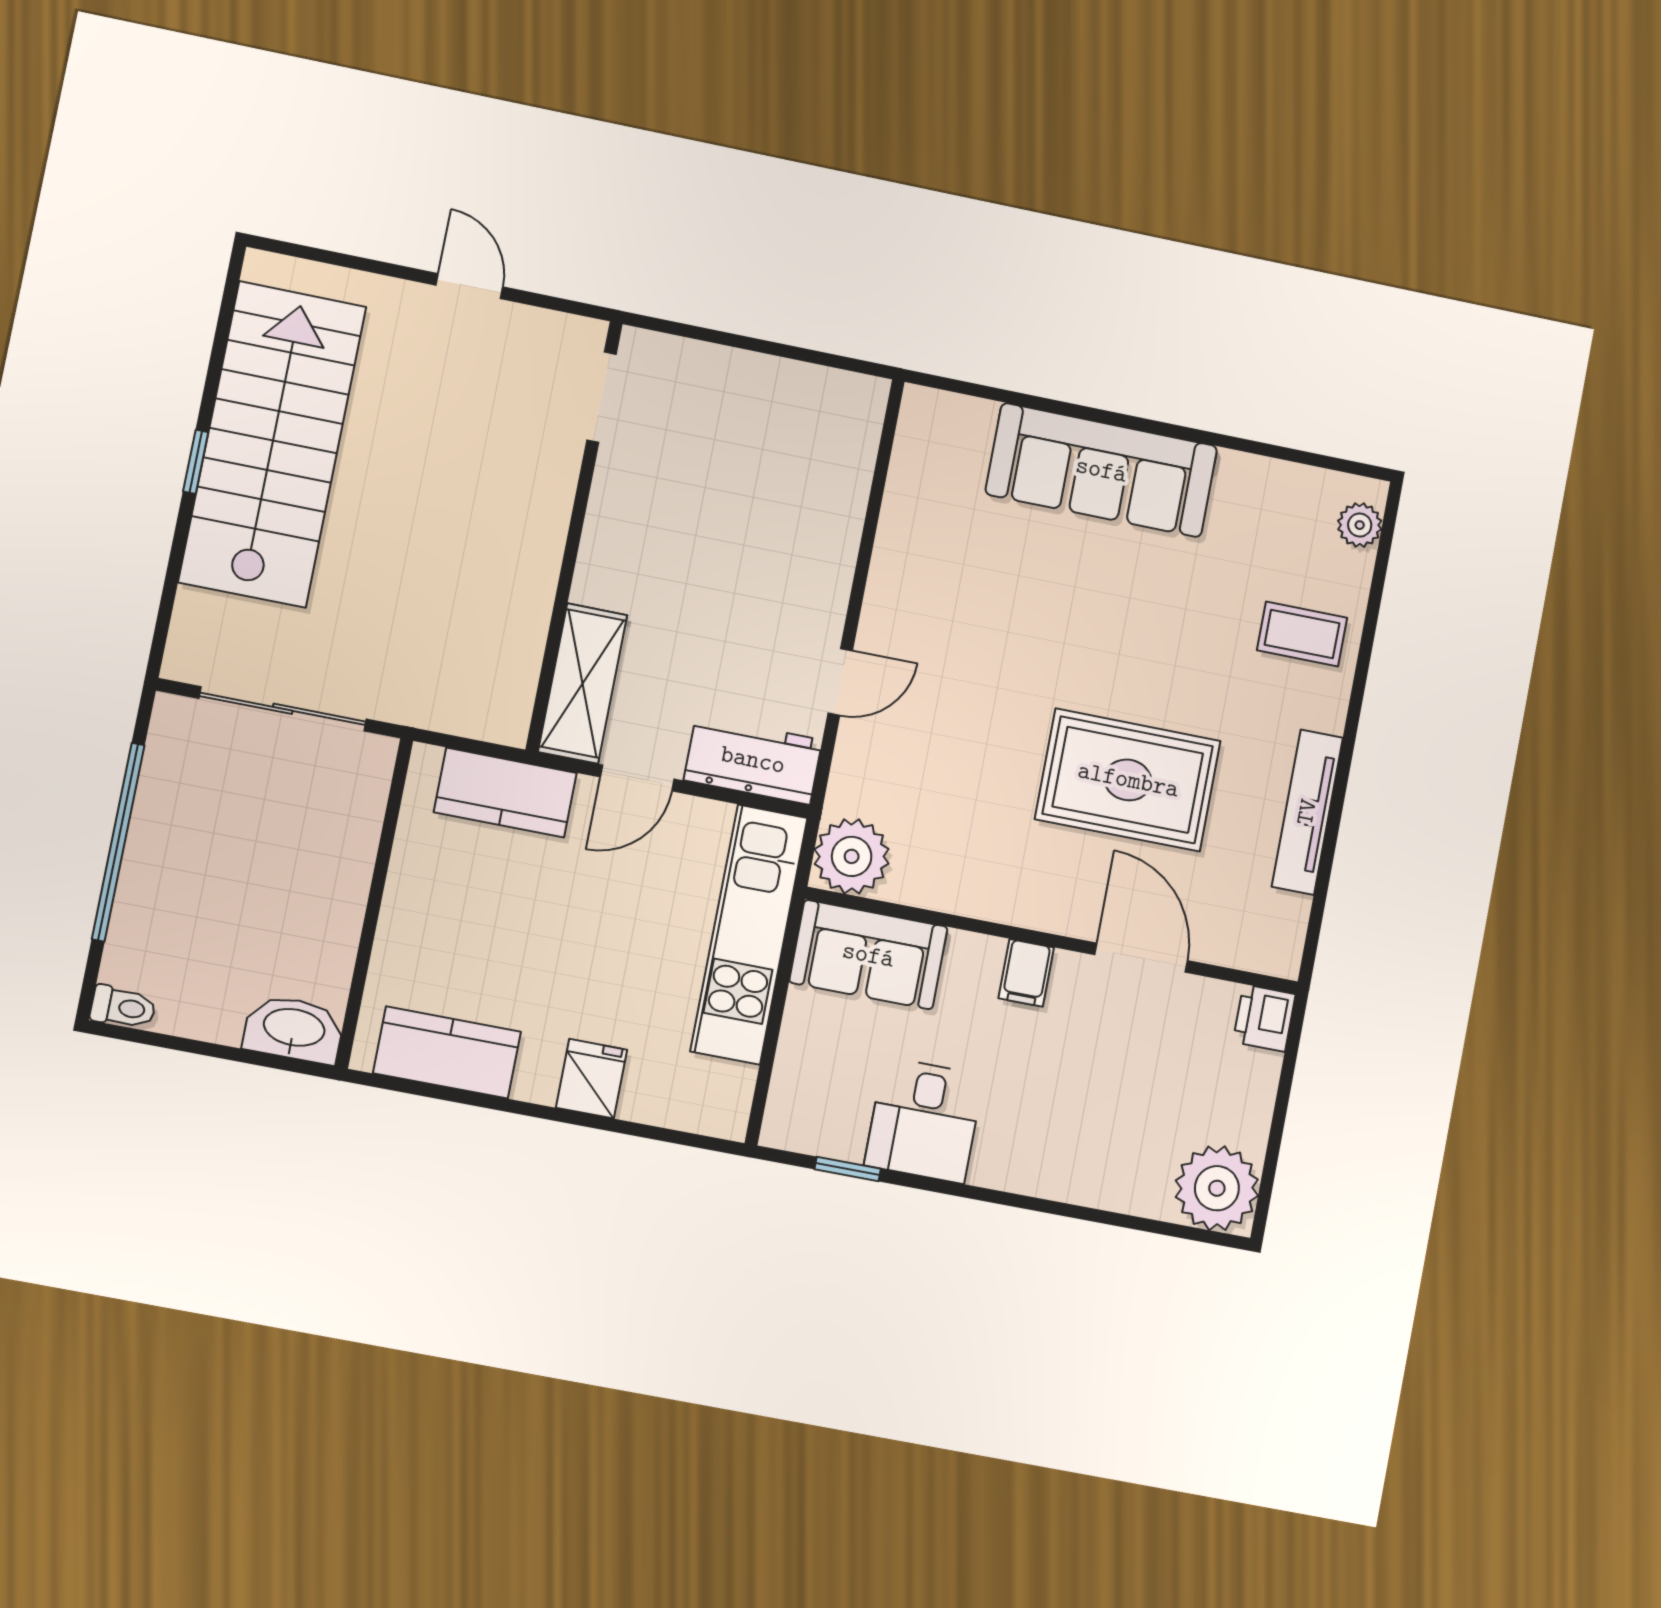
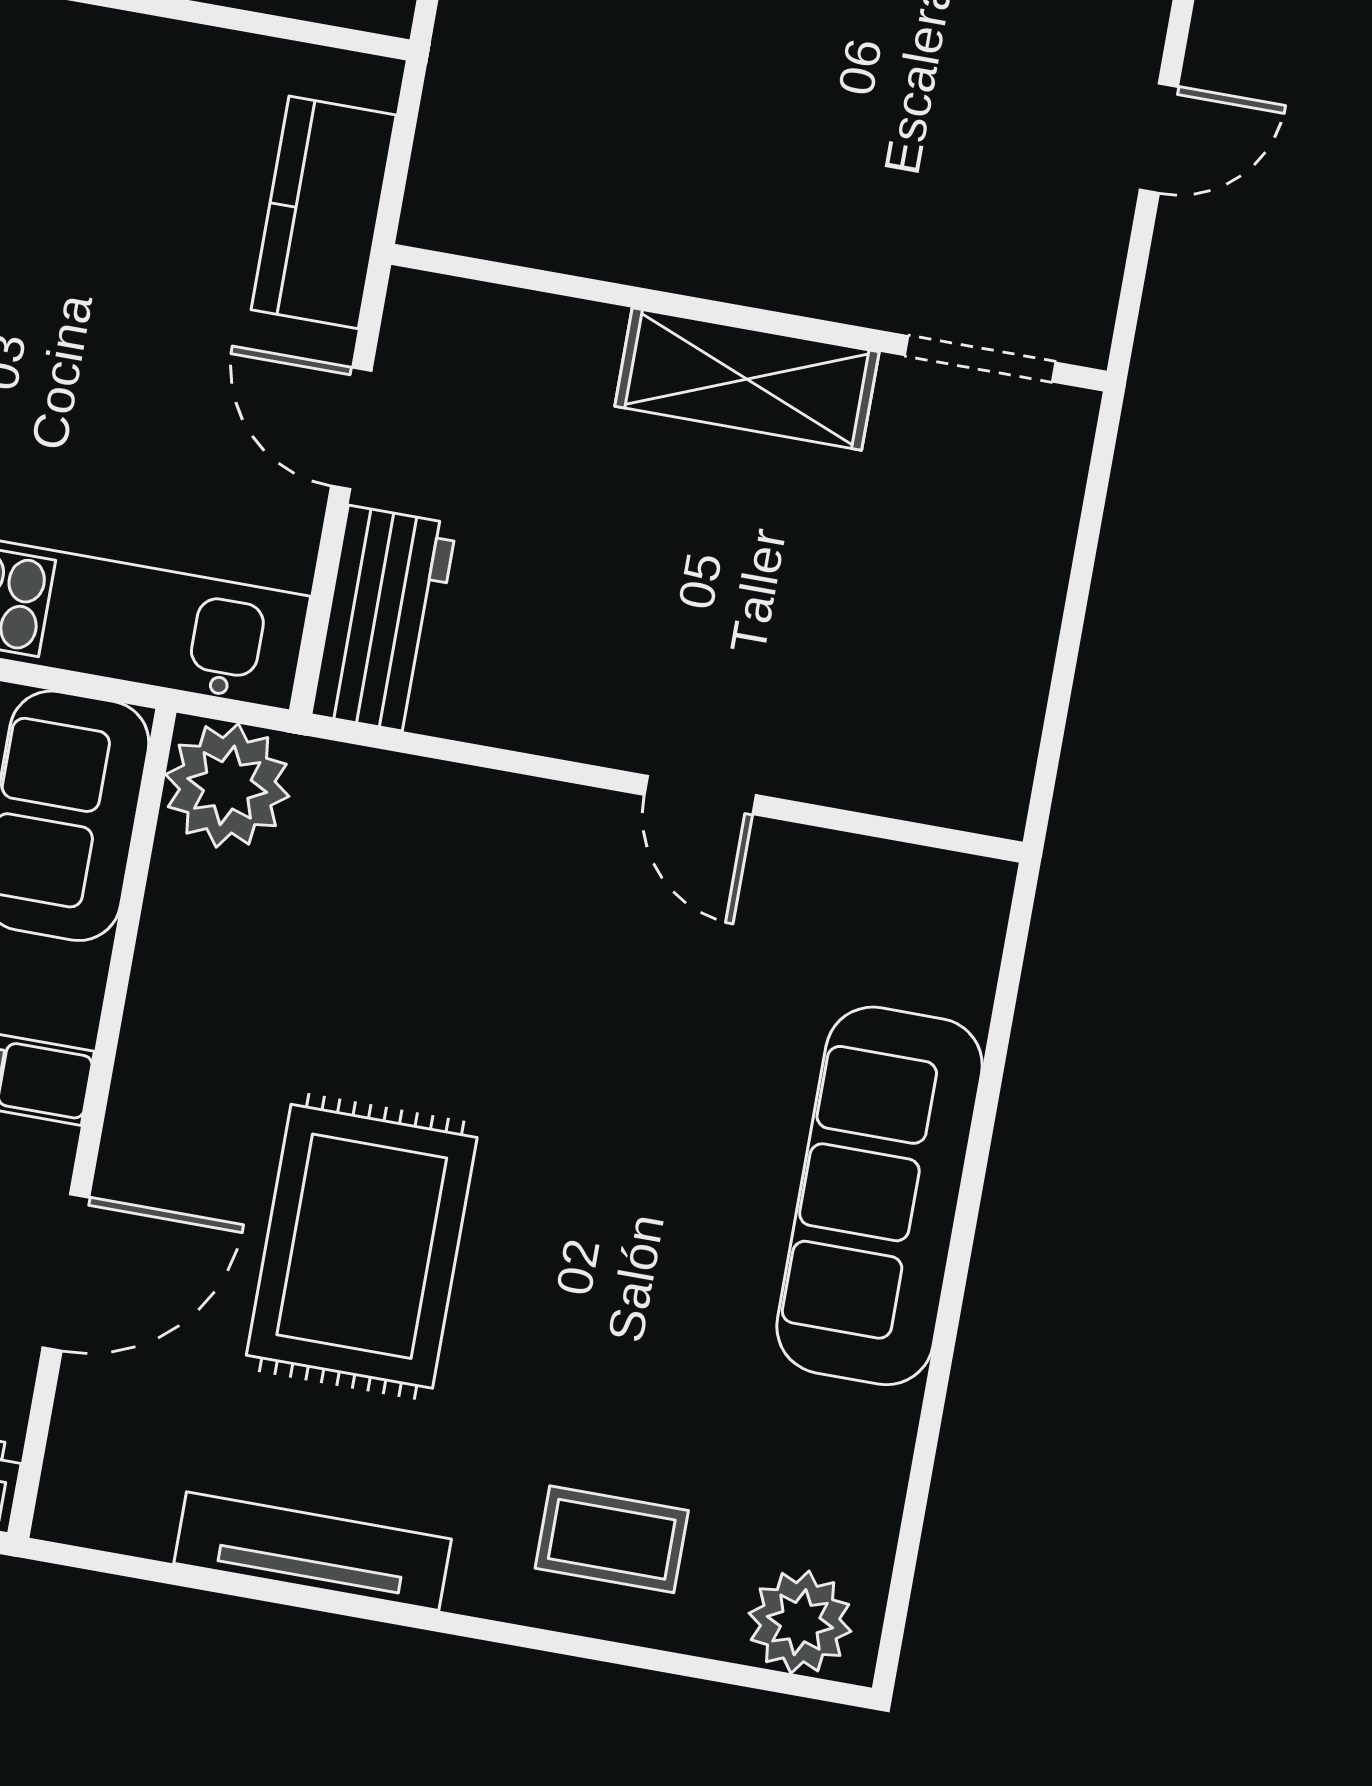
plant: (1360, 525) -> (800, 1622), width x1.38, depth x1.38
coffee table: (1302, 634) -> (612, 1539), turned 90
door: (840, 682) -> (700, 795), moved
shelving: (583, 683) -> (747, 379), moved

